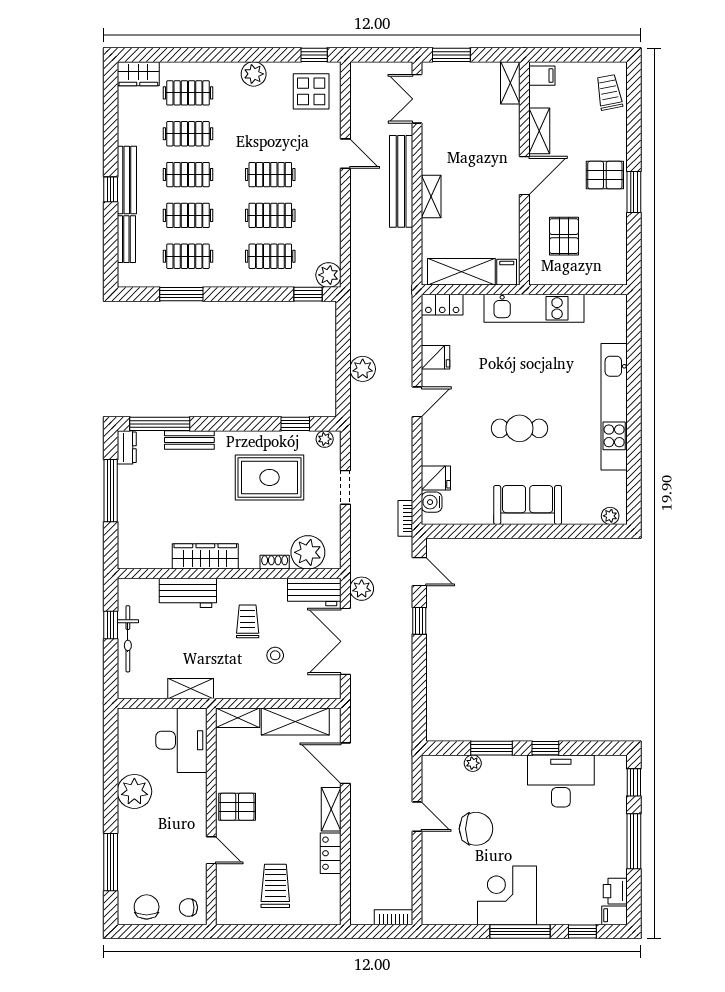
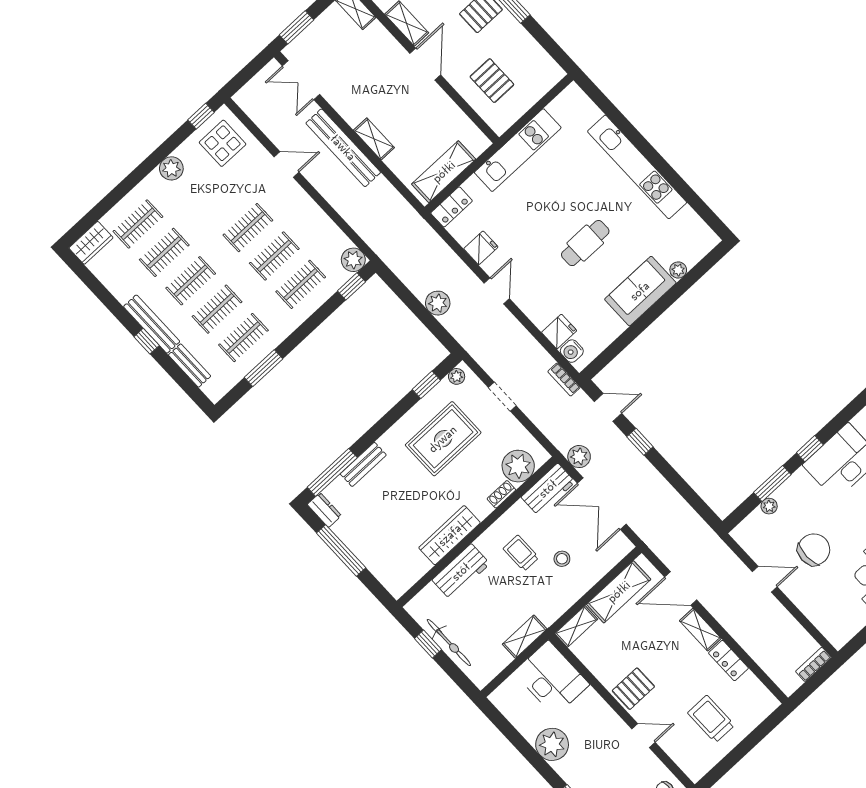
filing cabinet: (507, 272) -> (475, 143), removed
plant: (610, 516) -> (678, 270), moved

